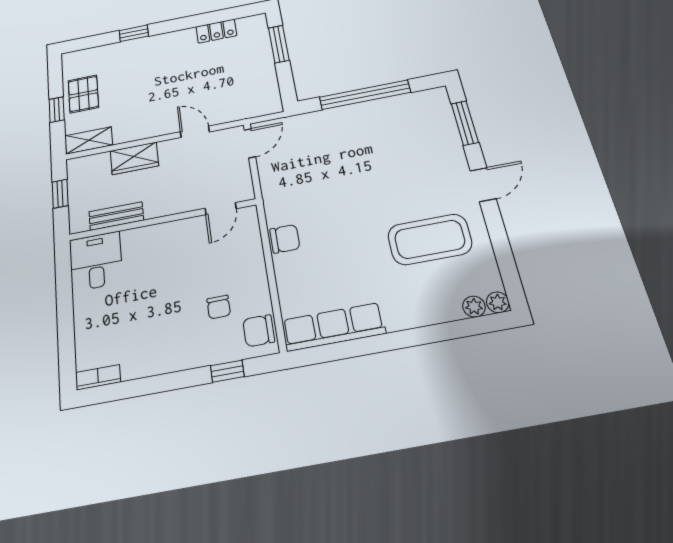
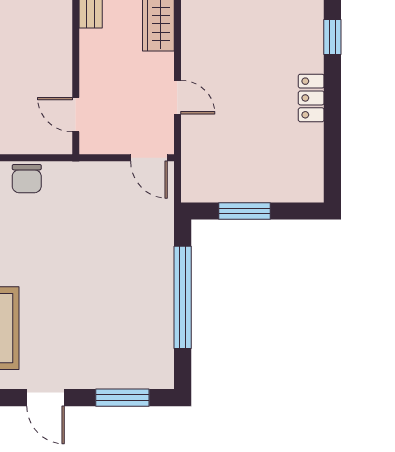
locker: (216, 31) -> (311, 98), moved
window: (279, 44) -> (245, 211), moved
door: (195, 132) -> (177, 97), hinge flipped

